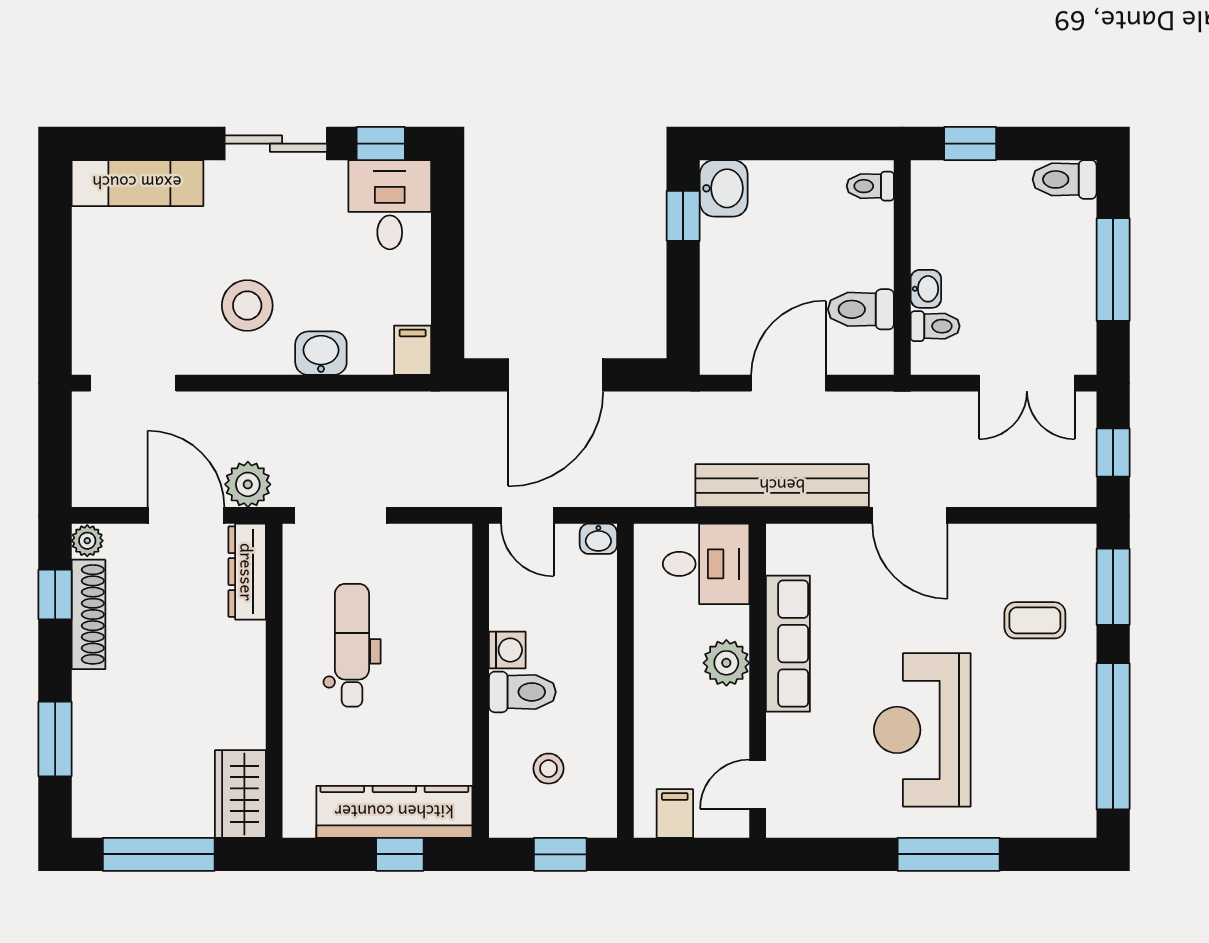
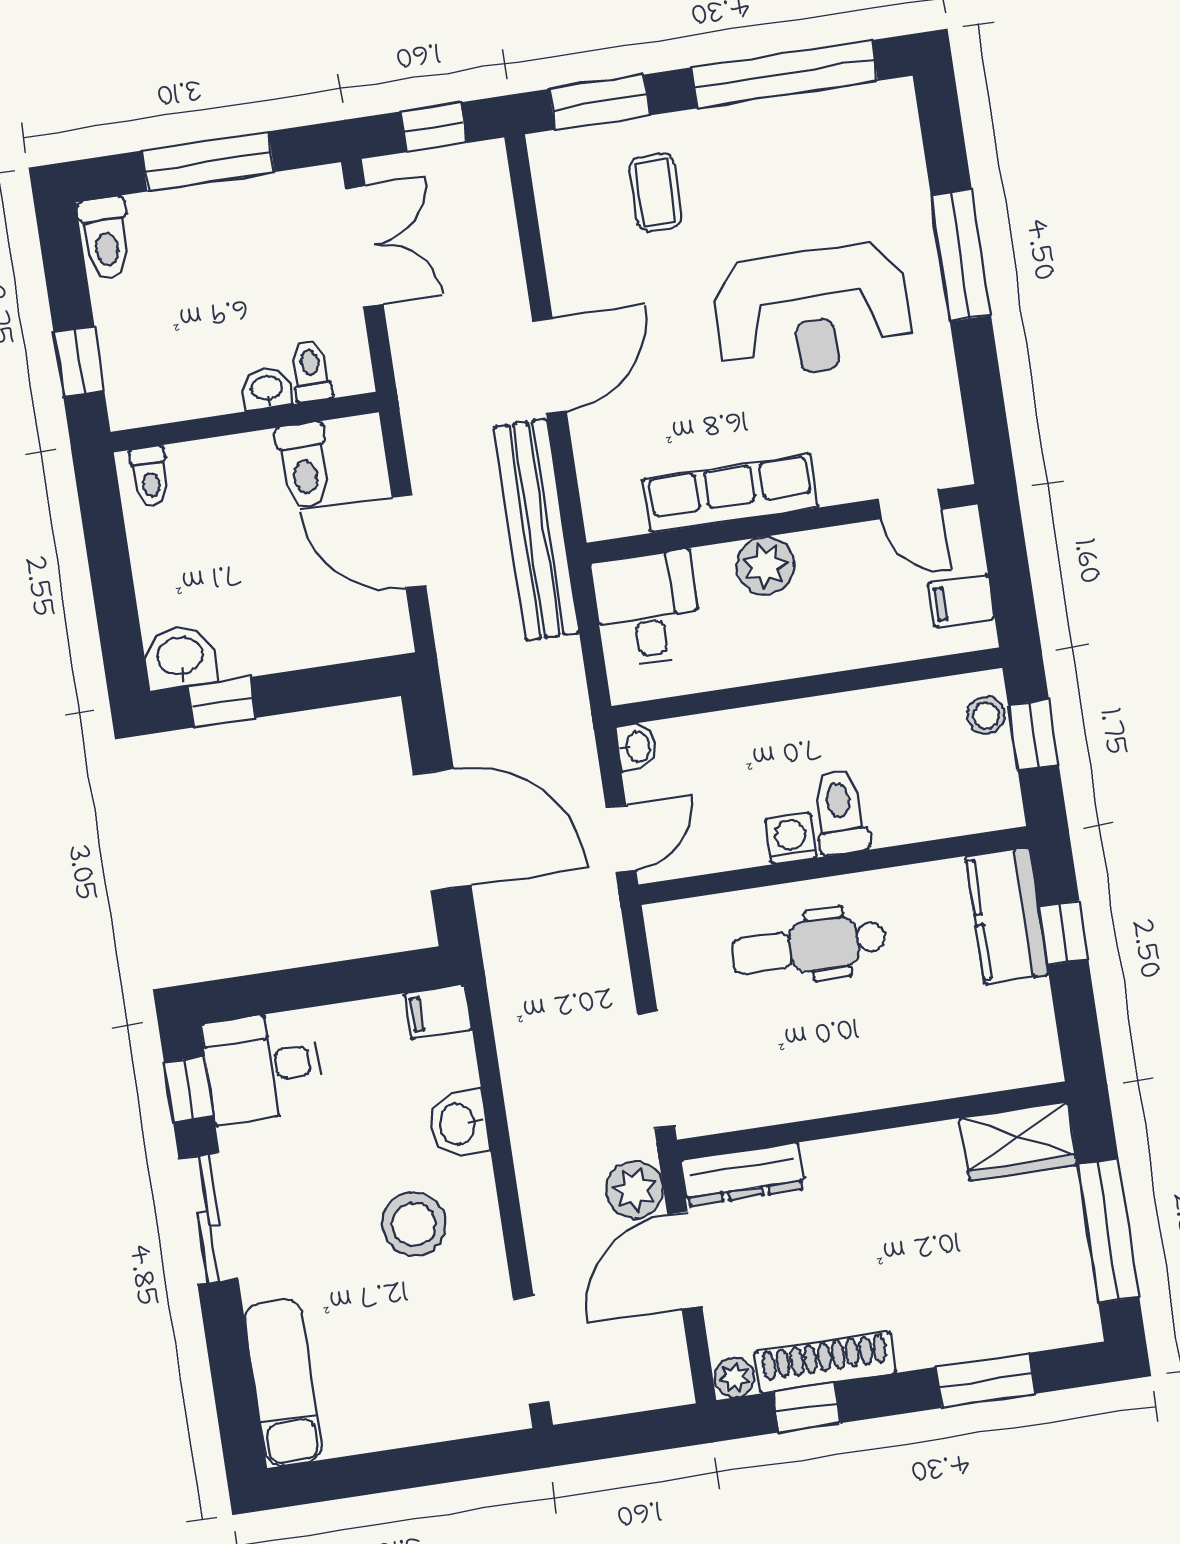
dental chair: (352, 645) -> (809, 946), moved
stool: (549, 769) -> (986, 715), moved
kitchen counter: (394, 812) -> (1007, 916), width x0.67

